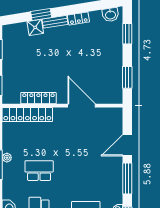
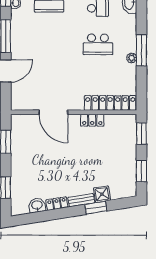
washbasin: (110, 15) -> (37, 205), moved
locker: (38, 98) -> (92, 120), width x0.66

